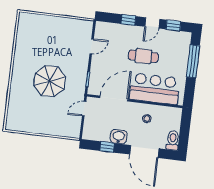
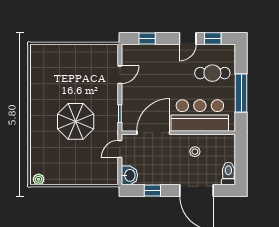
window: (128, 20) -> (147, 38), moved
cafe table: (143, 56) -> (212, 73), moved
window: (193, 61) -> (241, 93), moved
plant: (13, 126) -> (39, 179), added
washbasin: (119, 137) -> (129, 175), moved, turned 90

